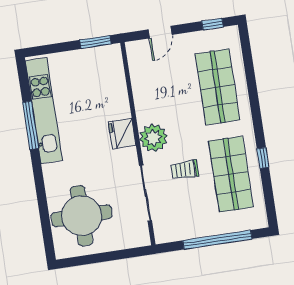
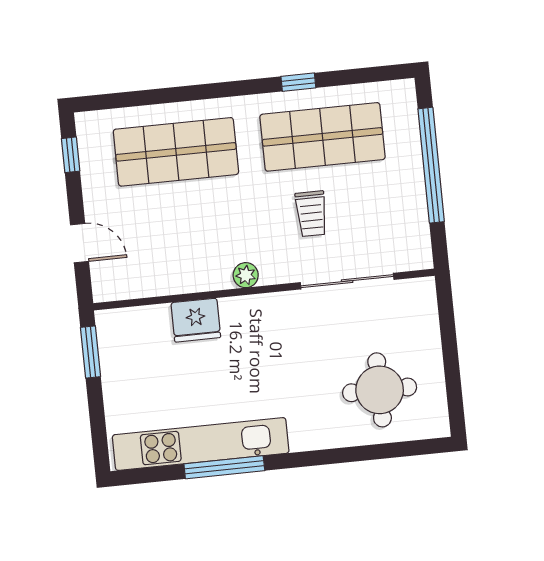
fridge: (122, 134) -> (196, 320), moved
plant: (153, 138) -> (246, 275), width x0.53, depth x0.53
round table: (82, 216) -> (380, 390), width x0.73, depth x0.73

